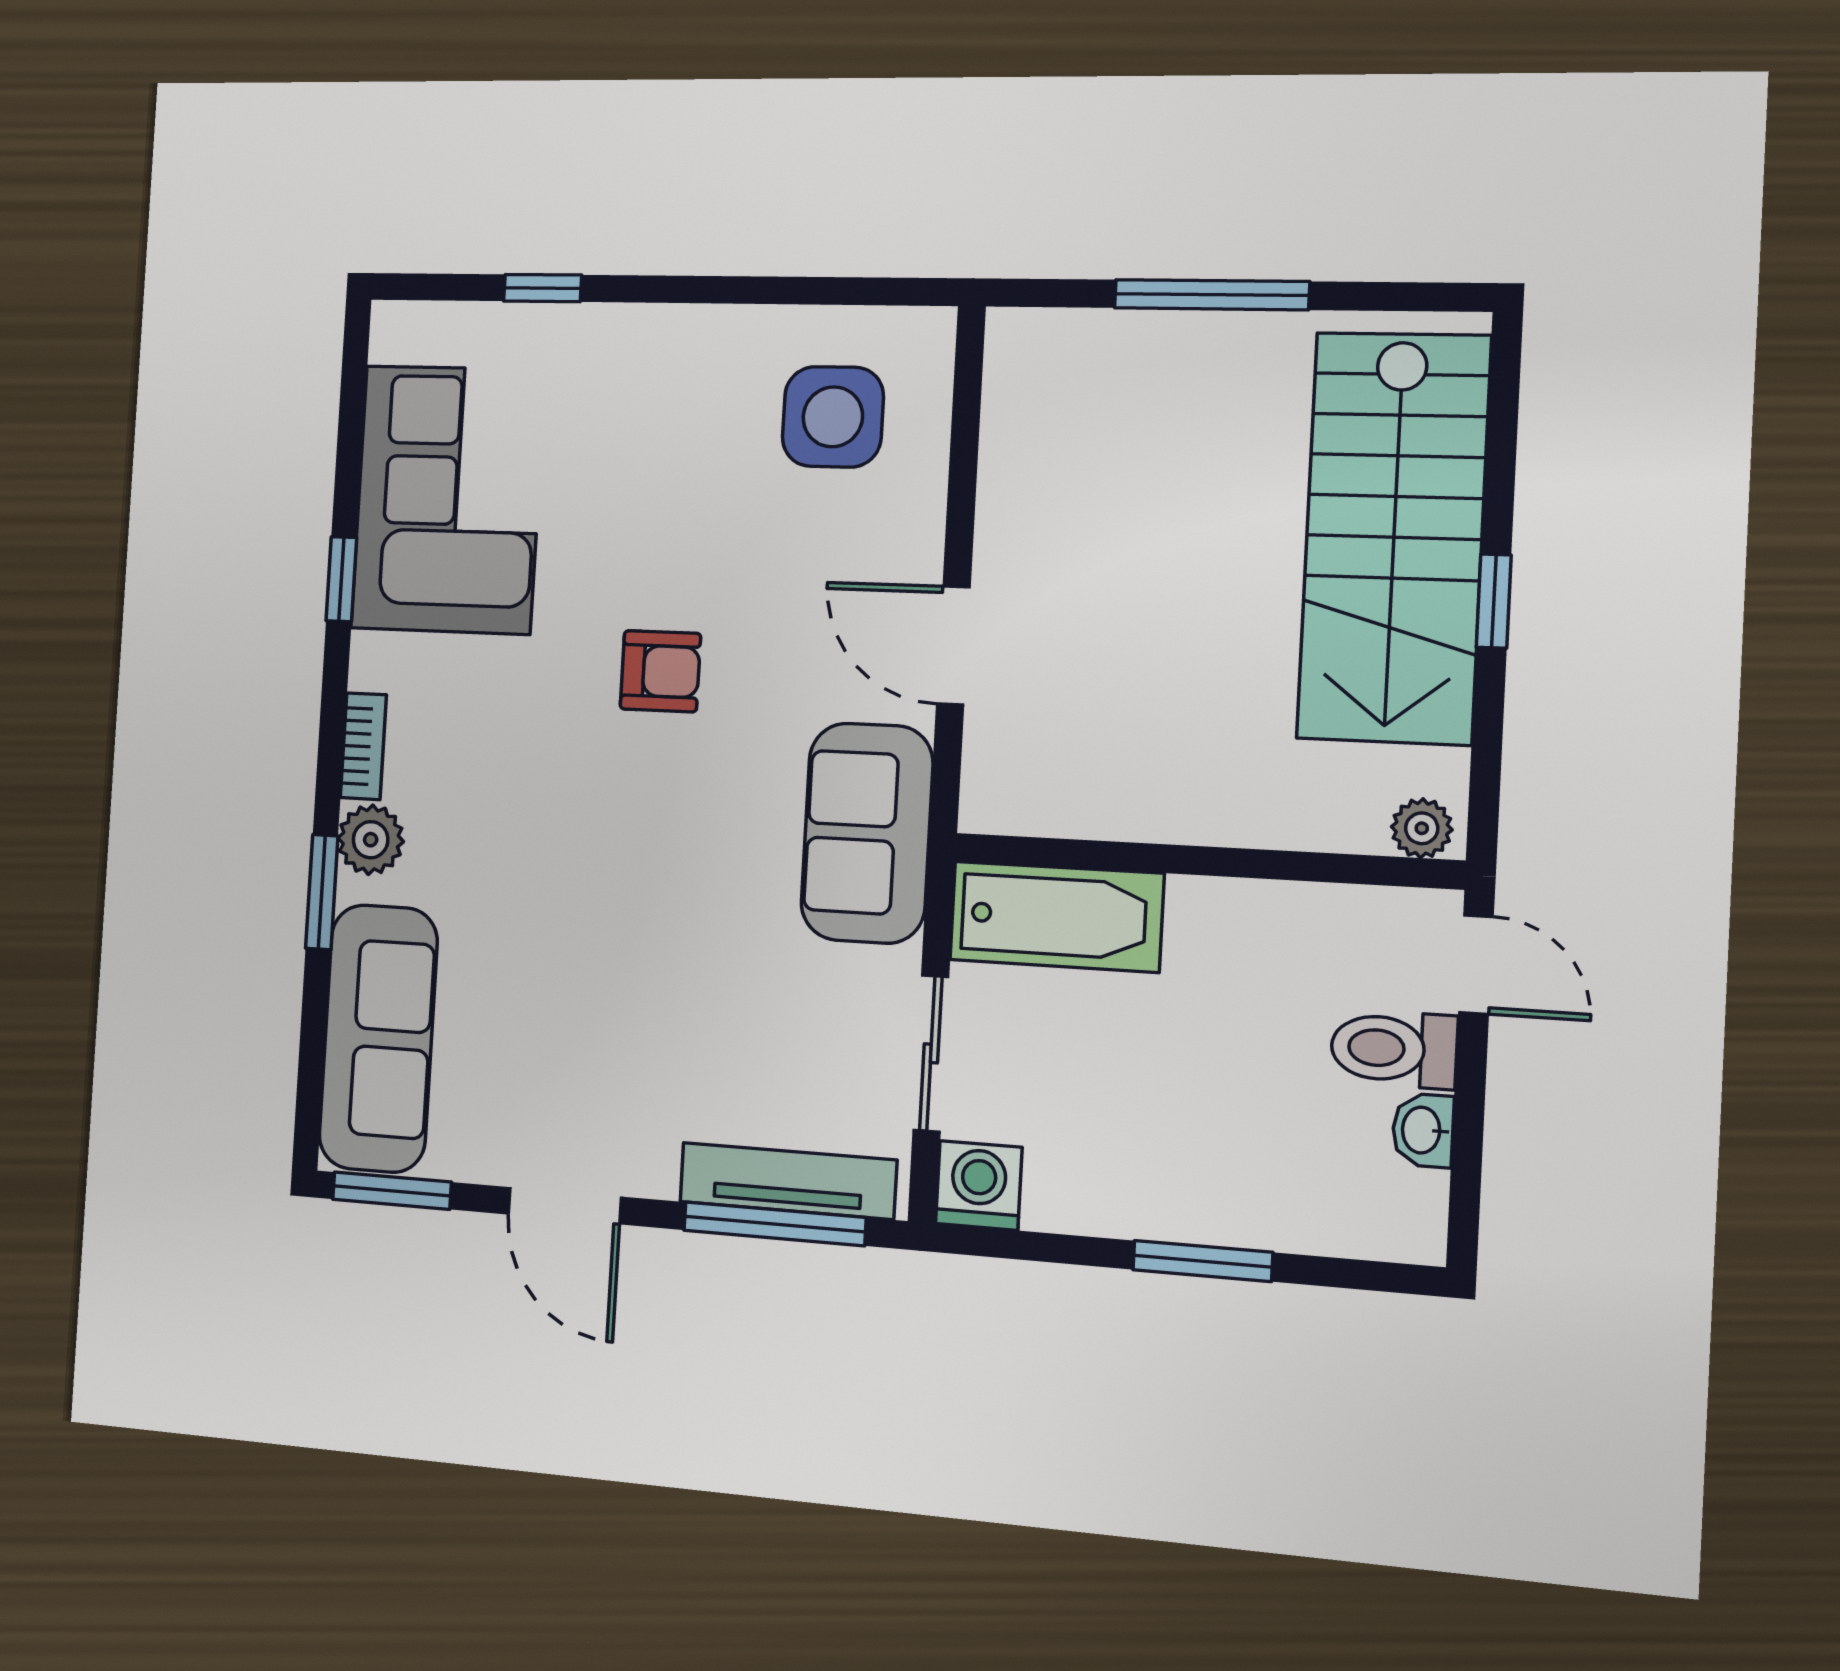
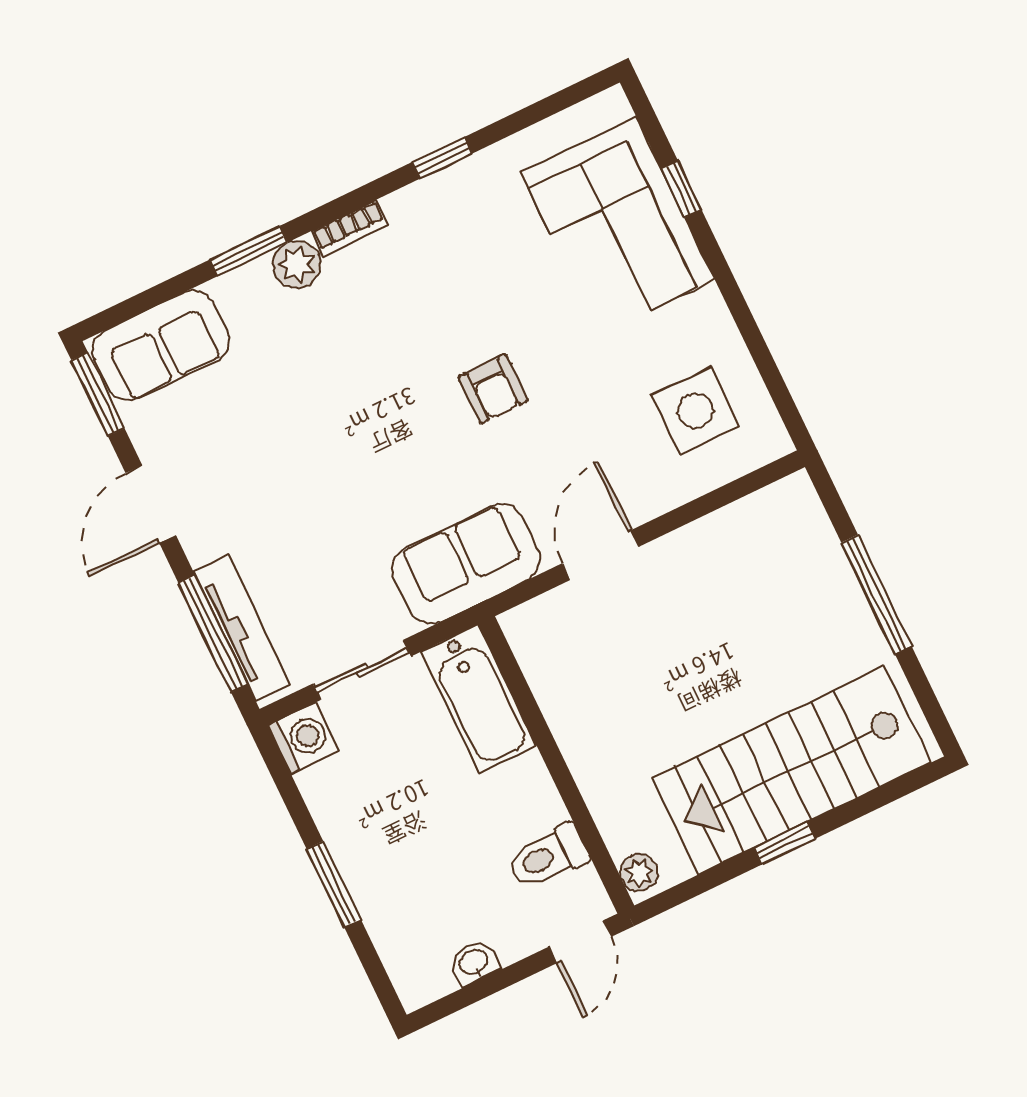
corner sofa: (448, 499) -> (618, 226), moved, turned 90
sofa: (378, 1038) -> (161, 346), width x0.73
toilet: (1394, 1049) -> (548, 856), moved, turned -90

